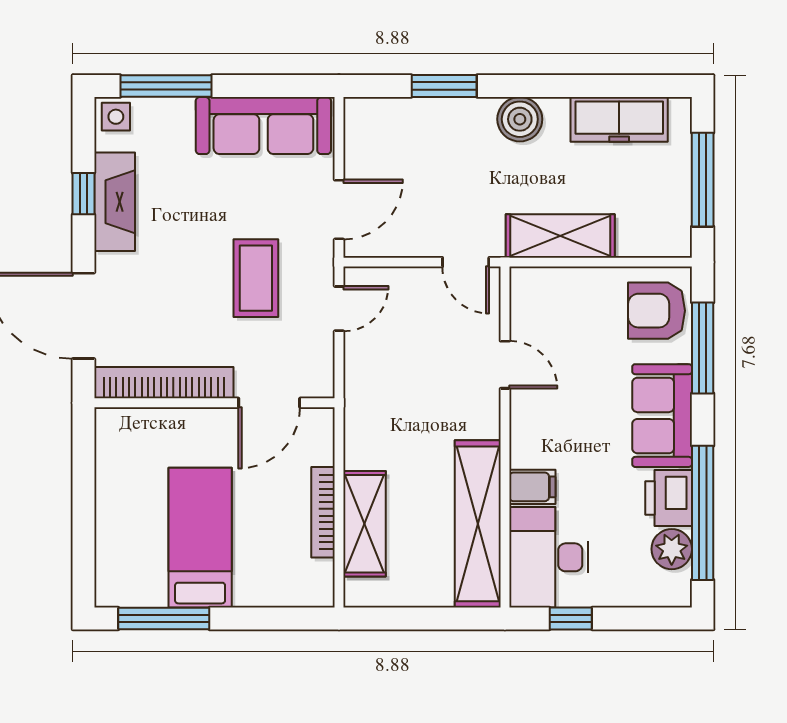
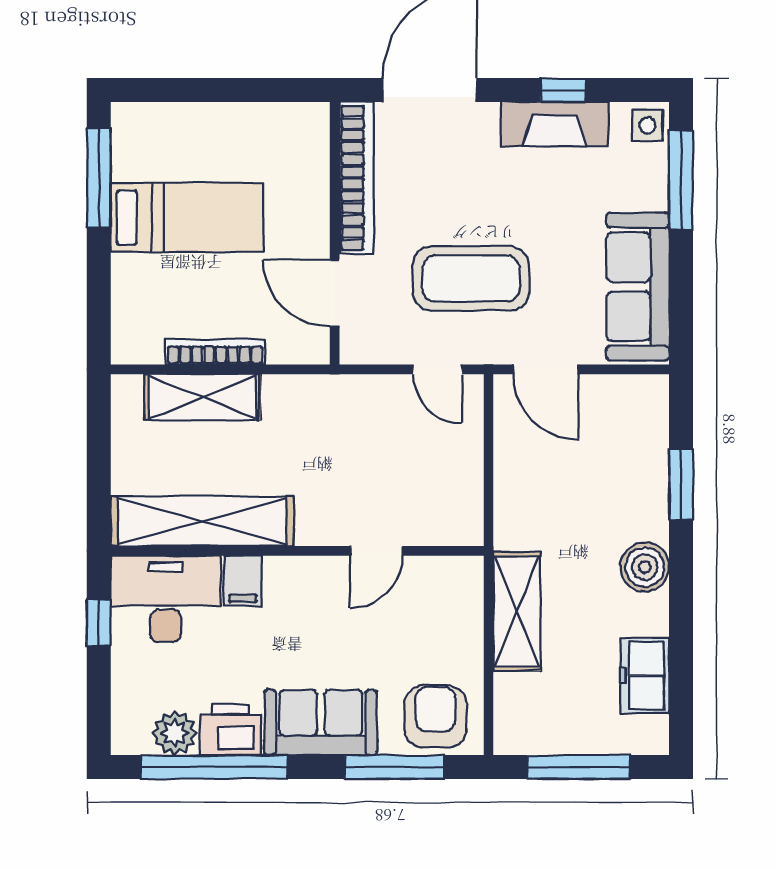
freezer: (619, 119) -> (645, 676), width x0.71
door: (466, 262) -> (488, 508), removed
coffee table: (256, 278) -> (471, 278), width x1.36, depth x1.32

